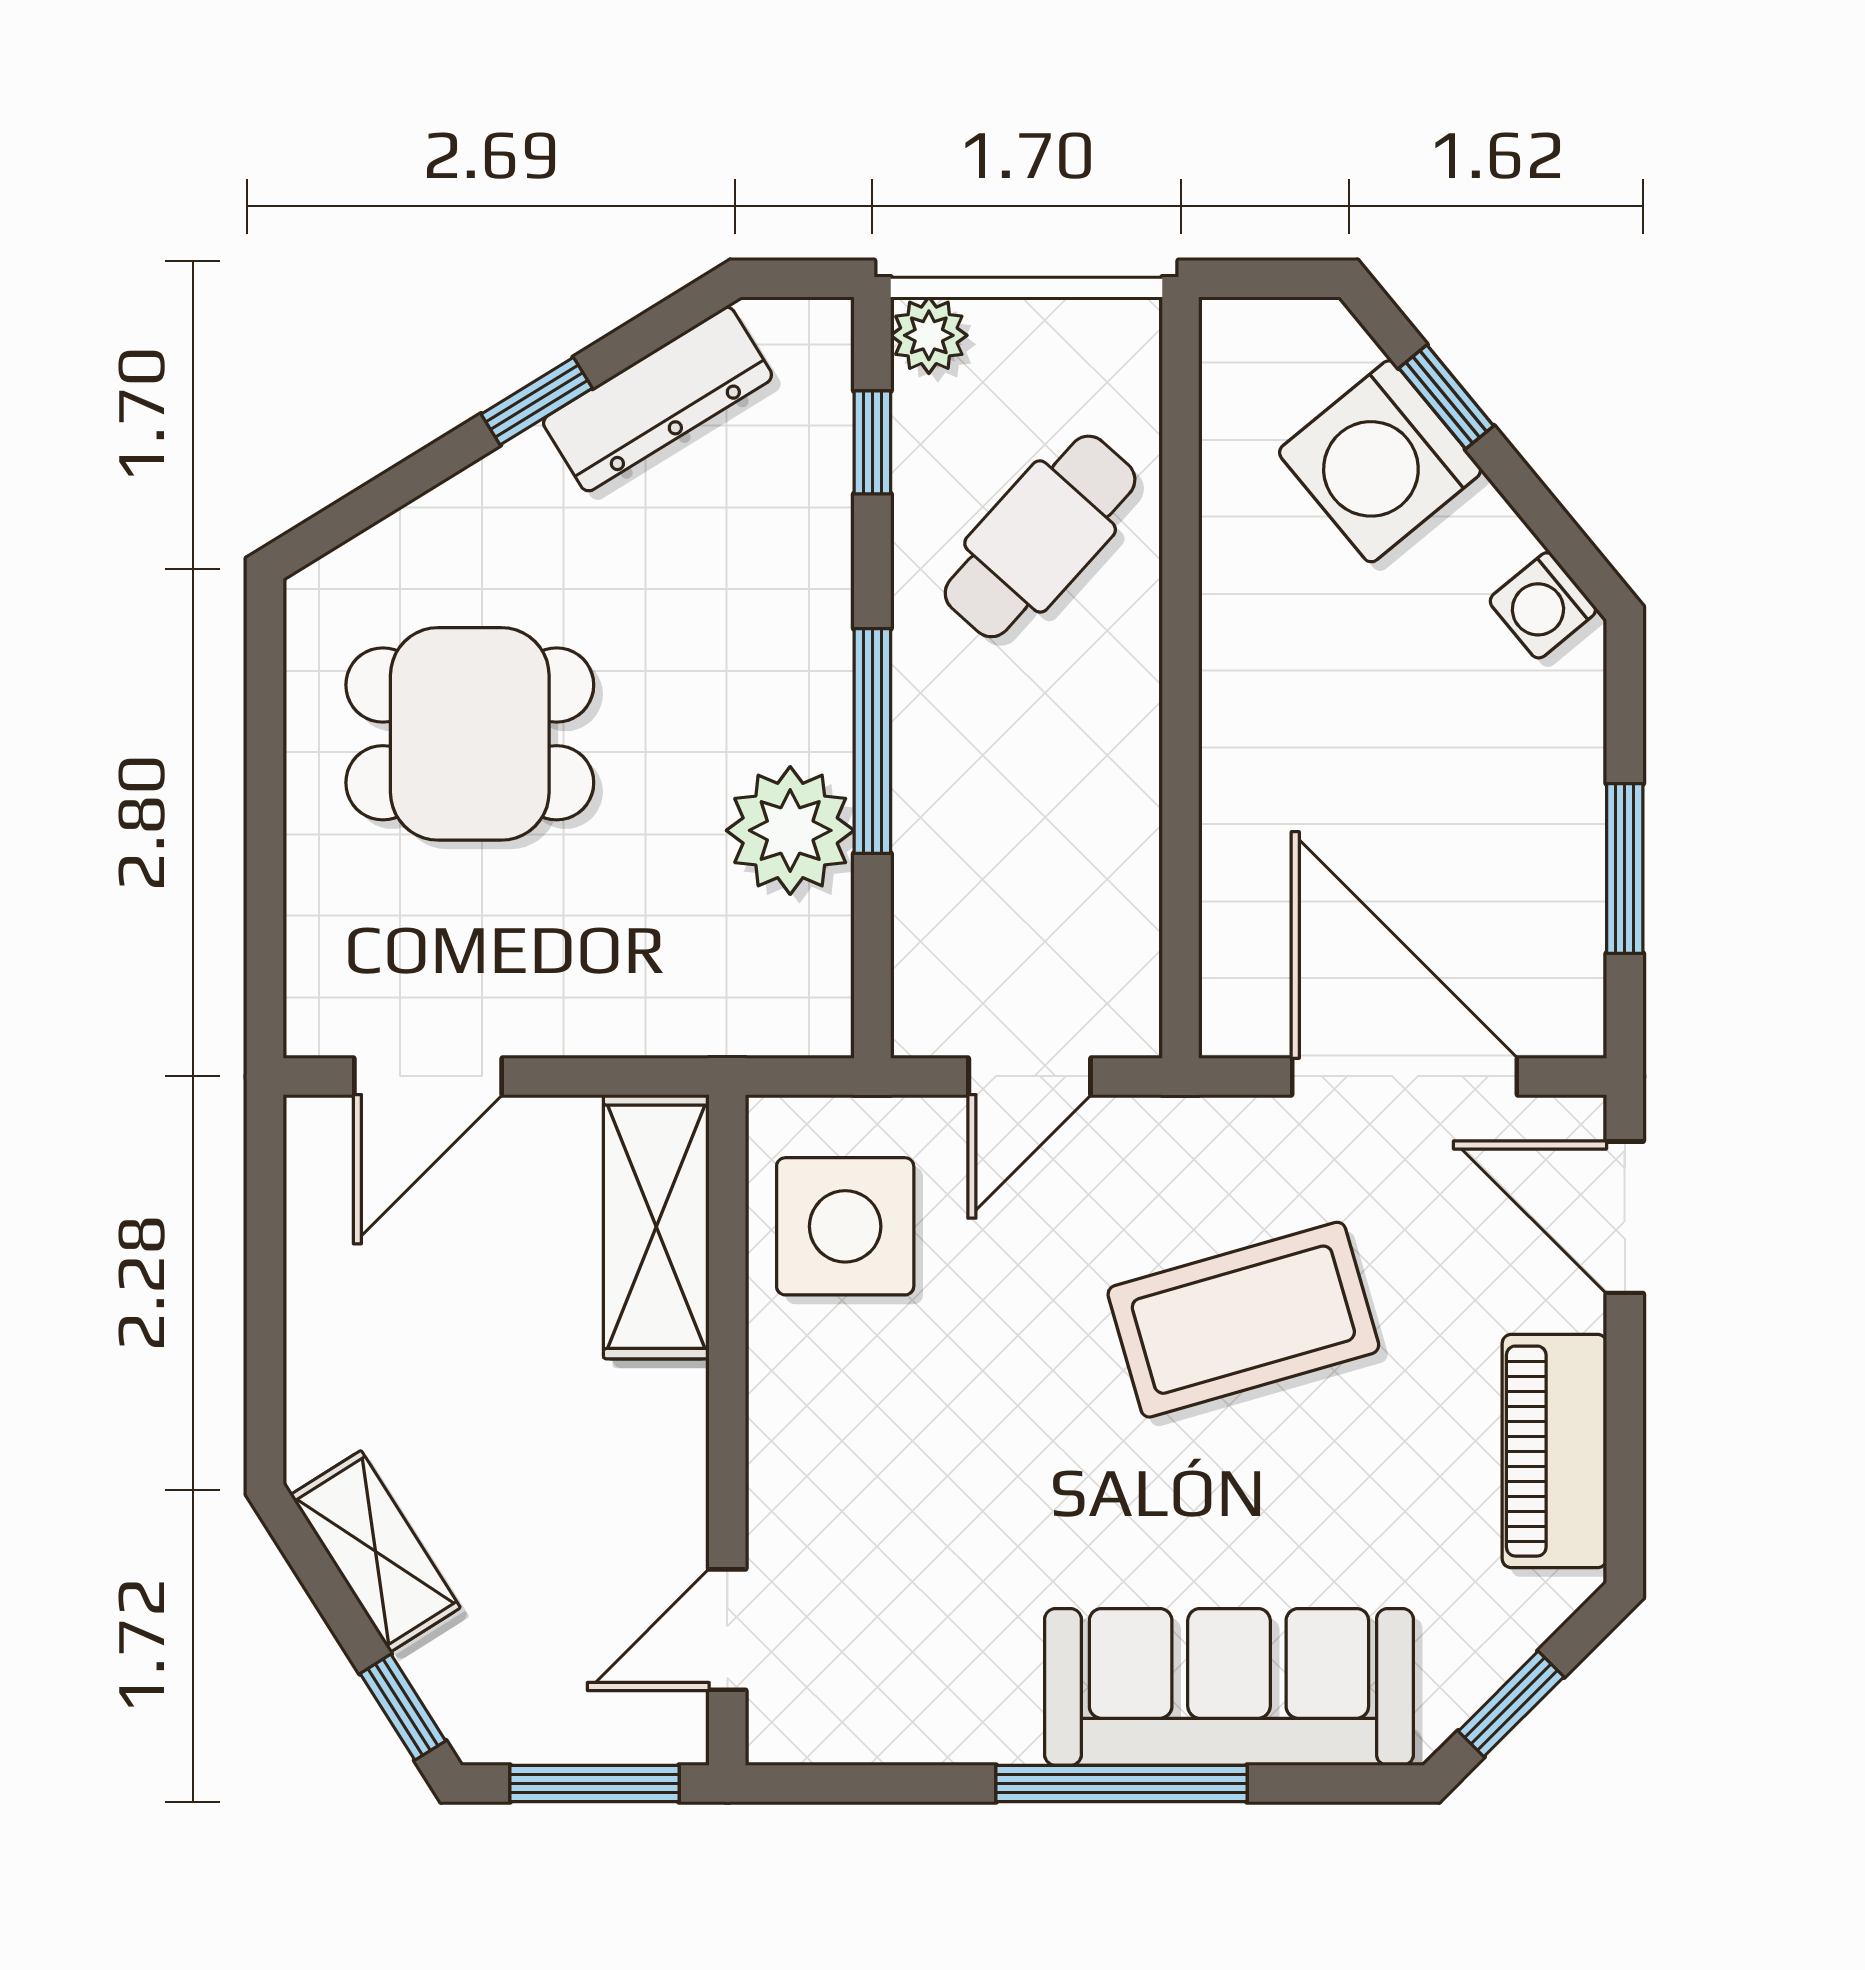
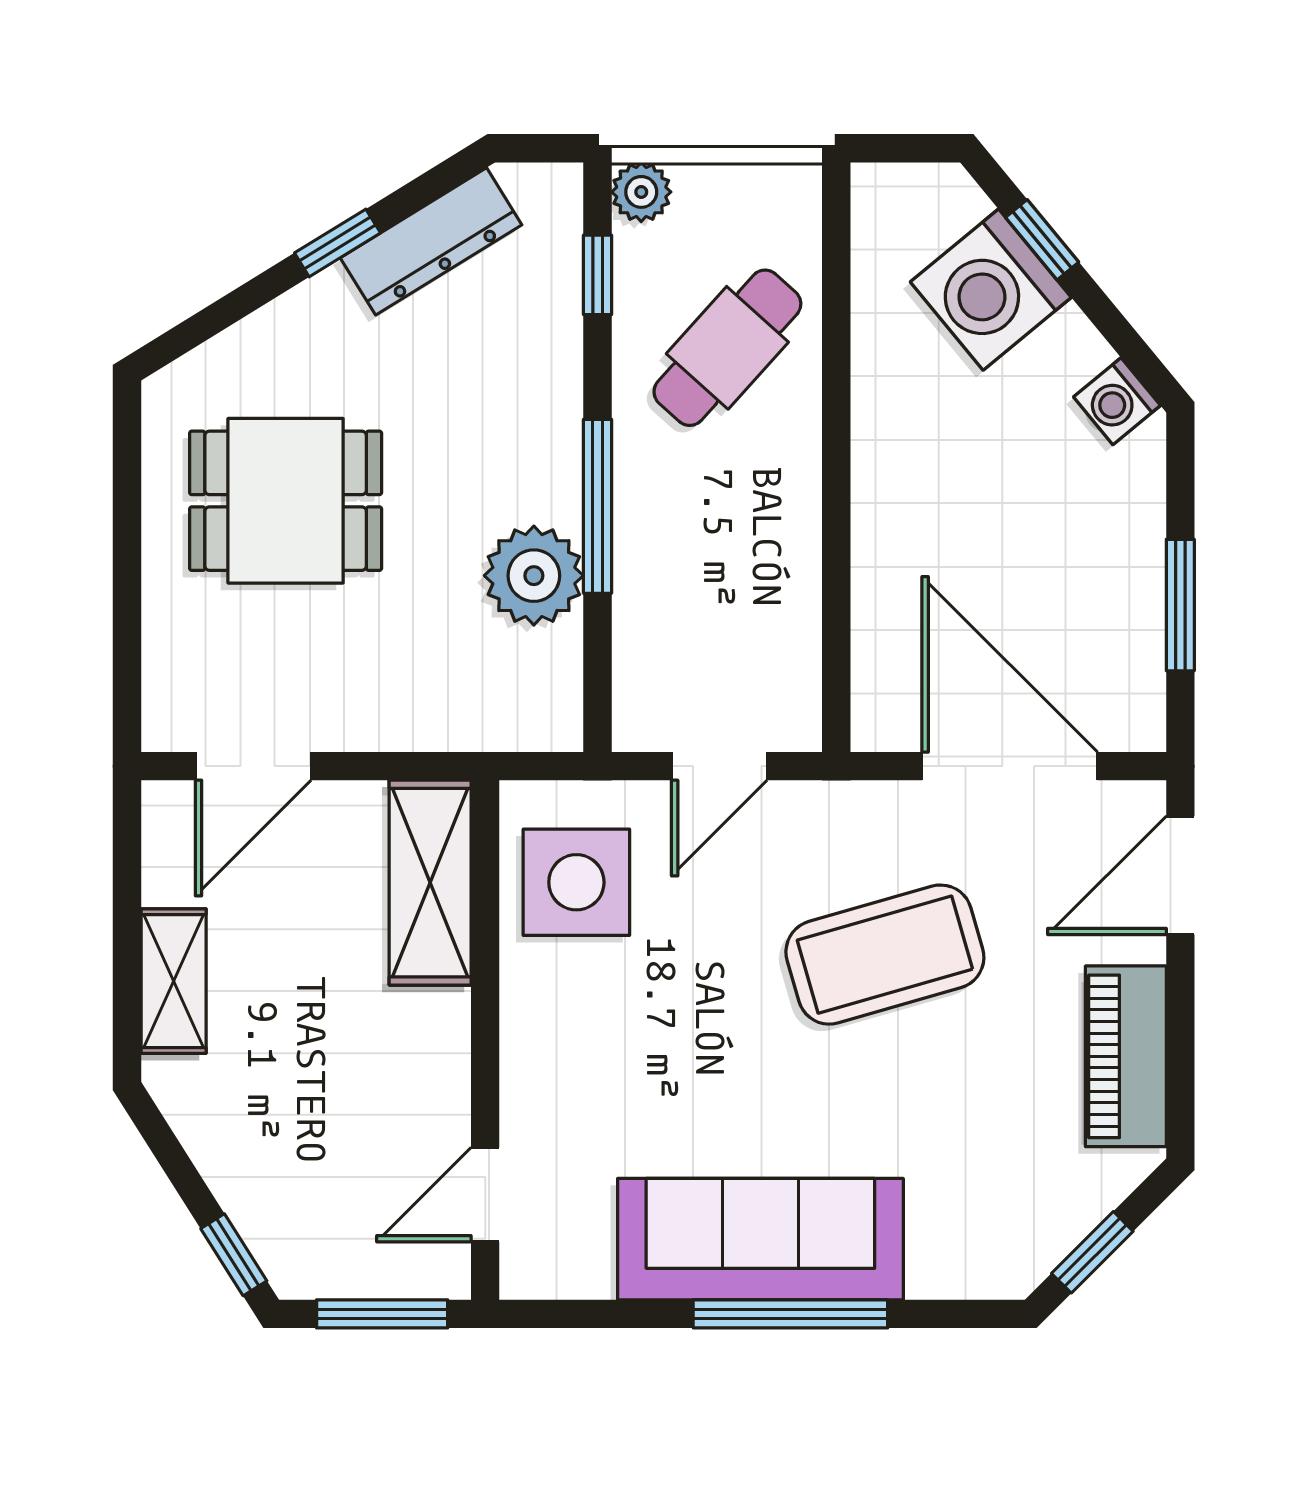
door: (1625, 1217) -> (1180, 875), hinge flipped
shelving: (375, 1551) -> (174, 981), moved, turned 32
sofa: (1229, 1687) -> (760, 1239), moved

